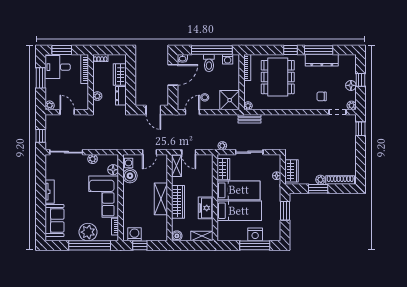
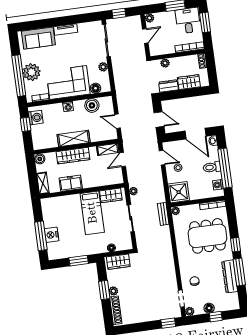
door: (153, 110) -> (159, 119), swing flipped
washing machine: (128, 163) -> (68, 106), moved
bed: (239, 211) -> (72, 216), removed

